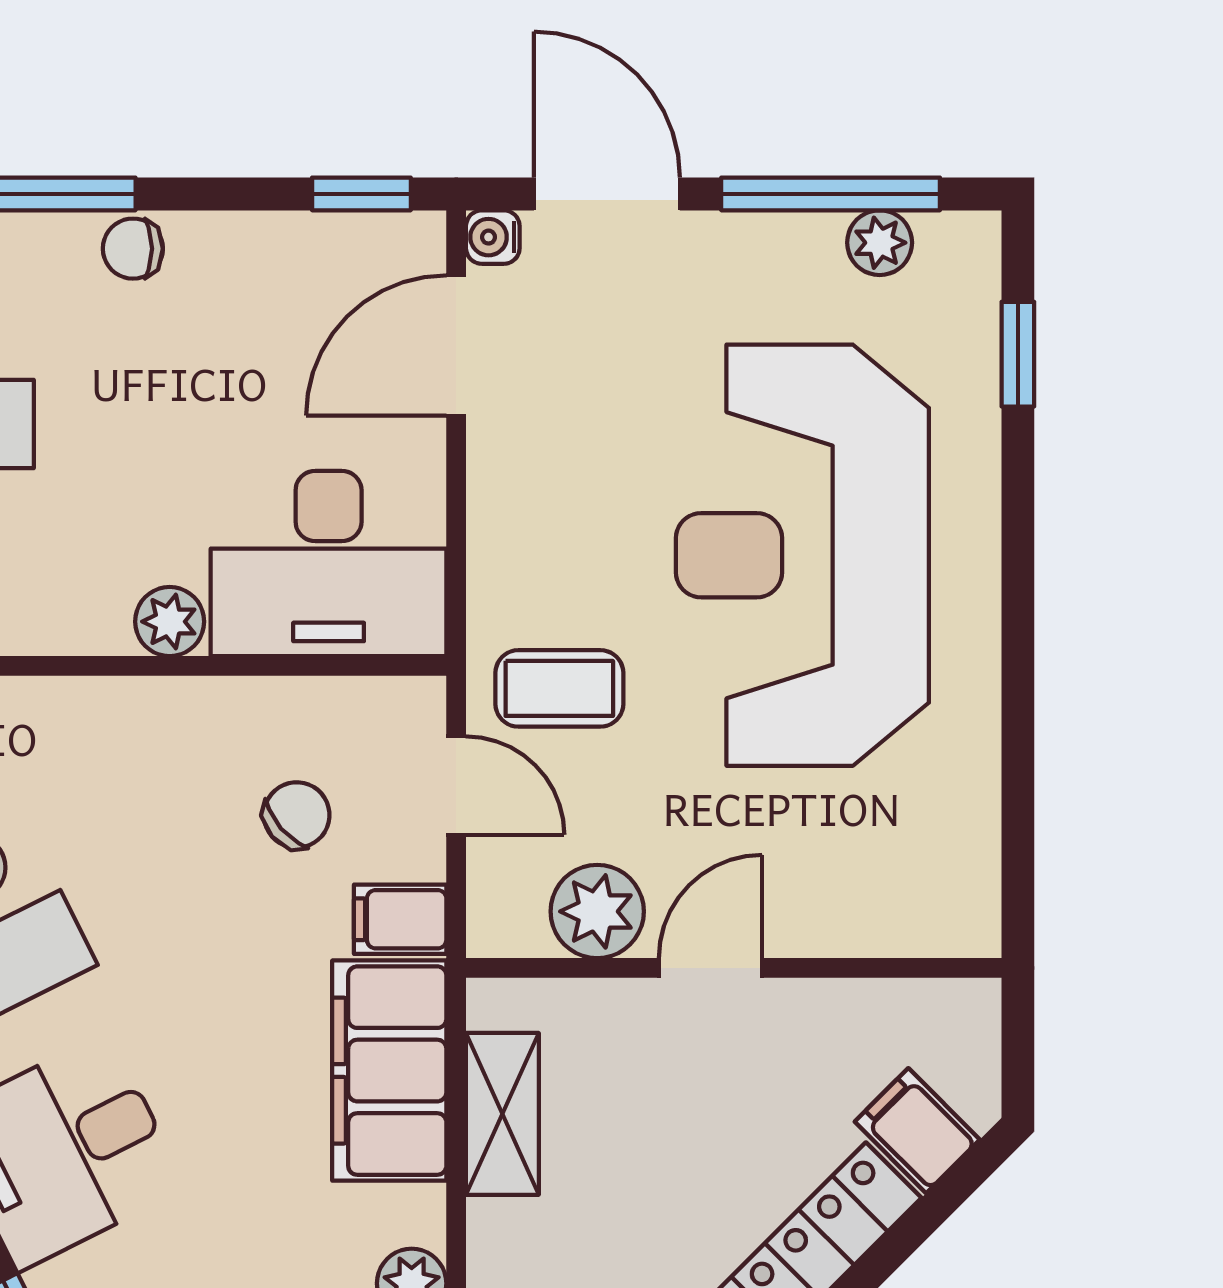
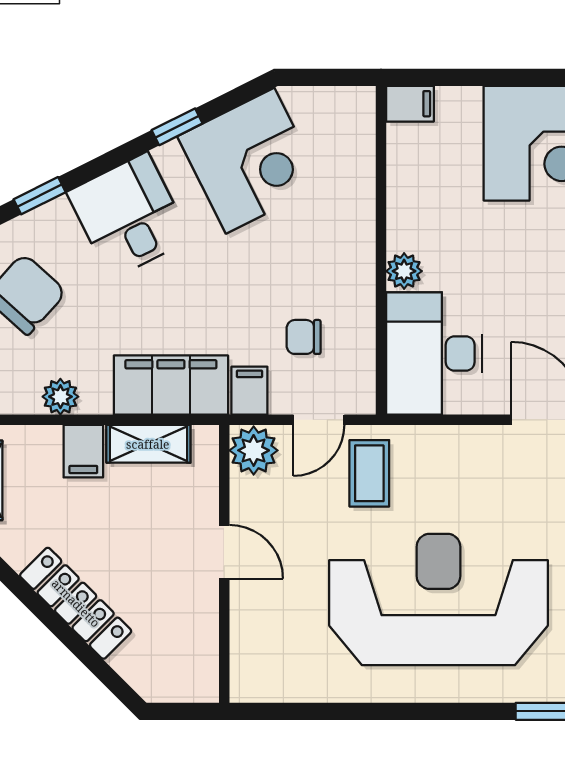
chair: (297, 815) -> (304, 337), turned 131
plant: (597, 911) -> (254, 450), moved
filing cabinet: (917, 1131) -> (83, 451), moved, turned 135

